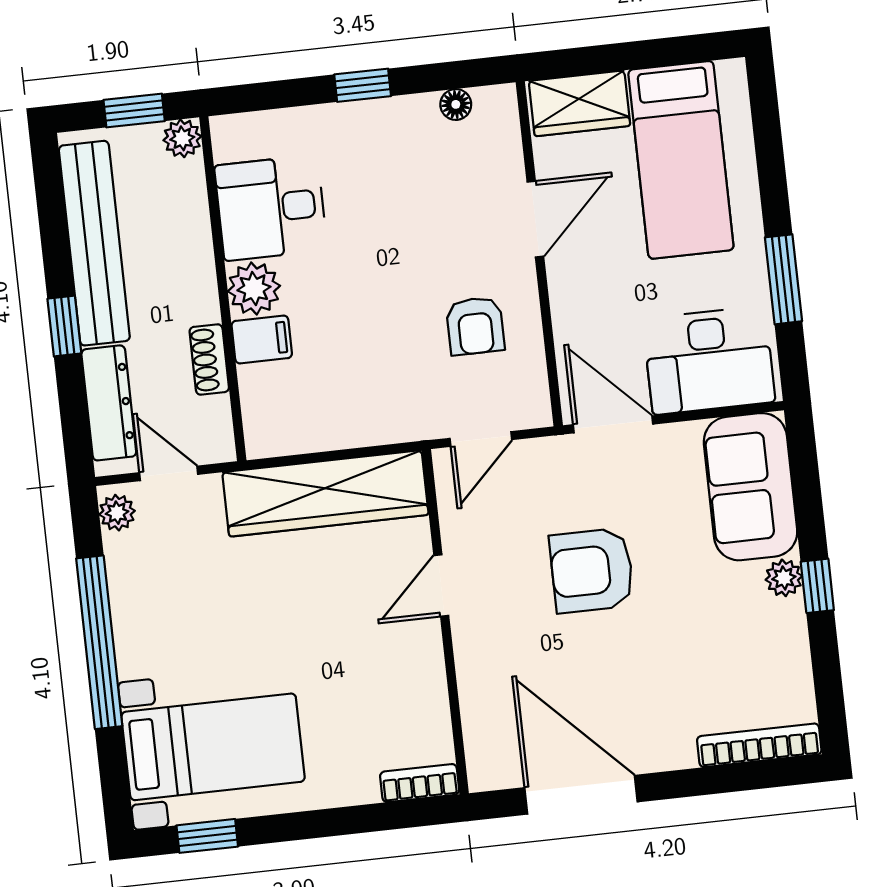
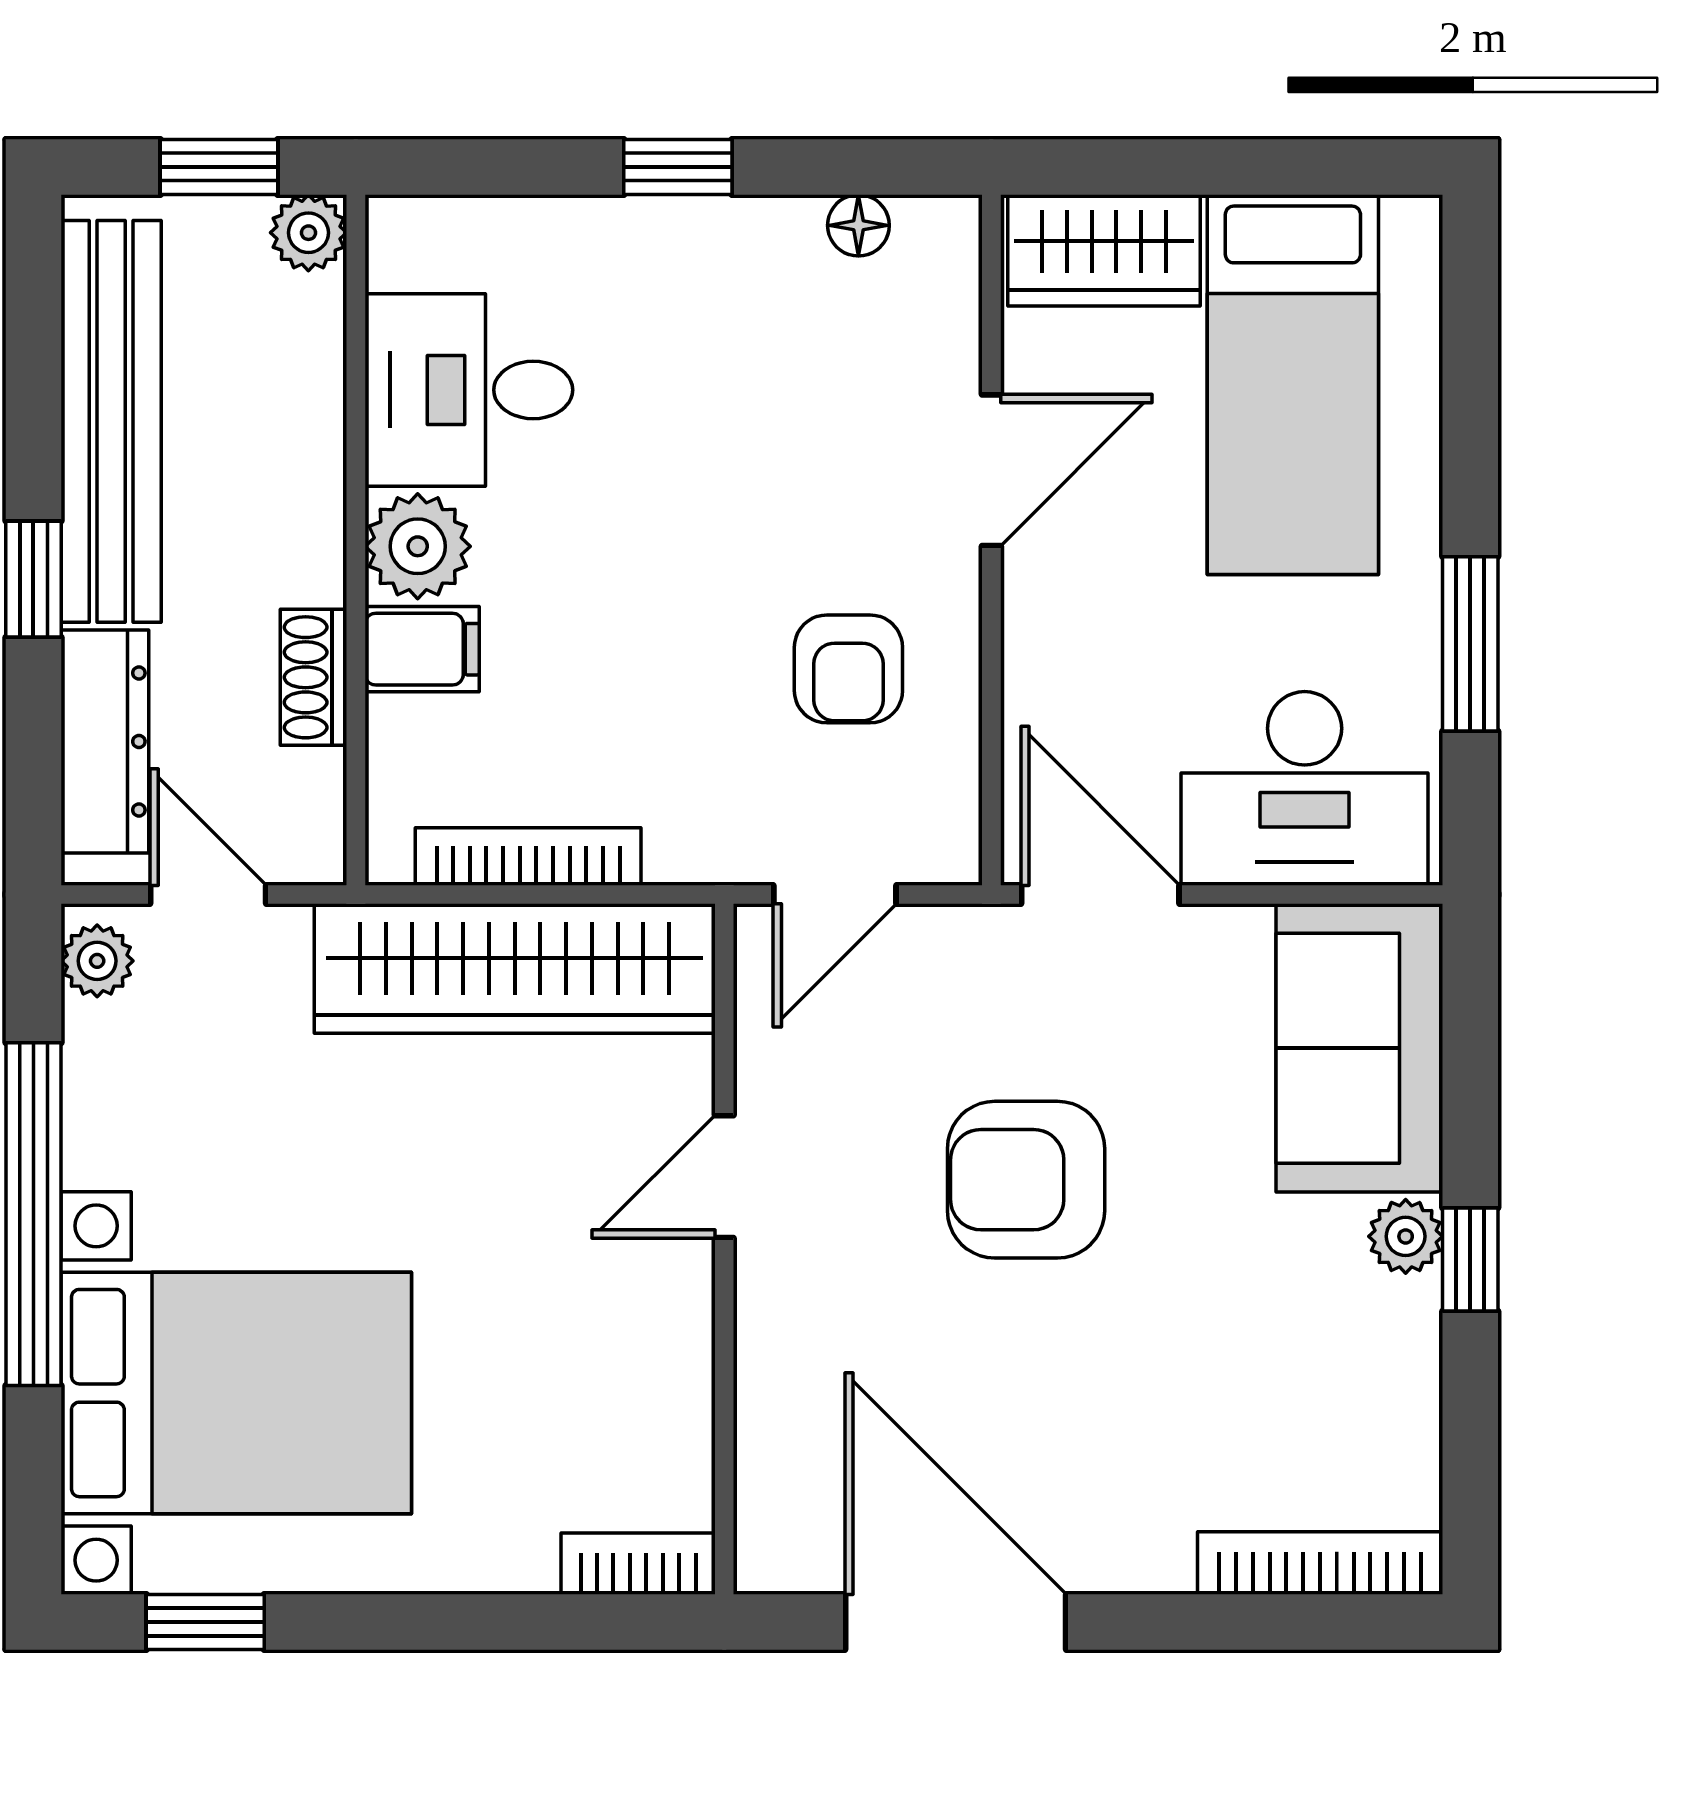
bookcase: (326, 437) -> (528, 856), added
bed with nightstands: (213, 747) -> (236, 1393), width x1.36

